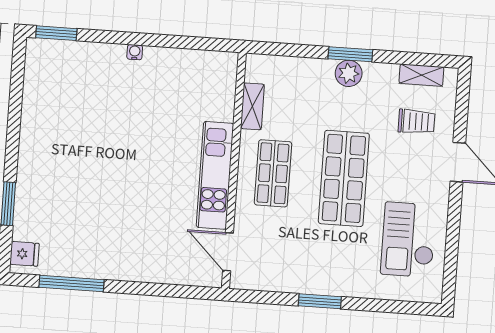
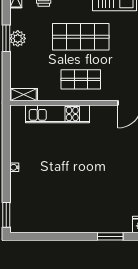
shelving: (252, 106) -> (24, 95), moved
kitchen unit: (215, 175) -> (58, 114), moved

